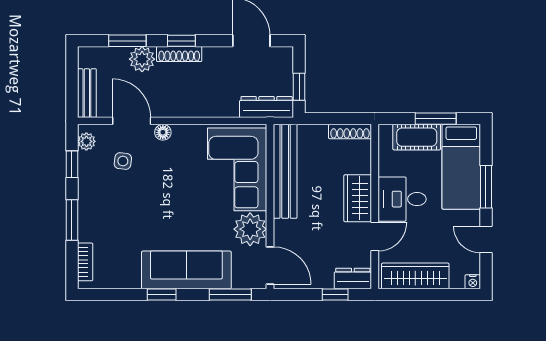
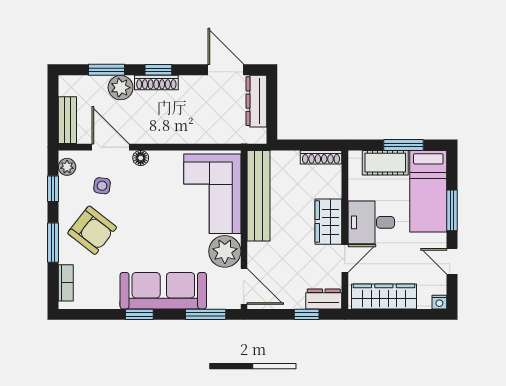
window: (299, 87) -> (272, 114), removed
dresser: (267, 107) -> (256, 101), moved, turned -90
armchair: (113, 207) -> (92, 230), added

